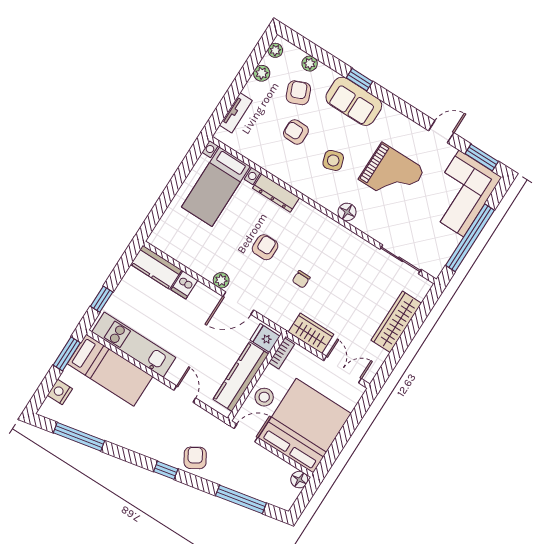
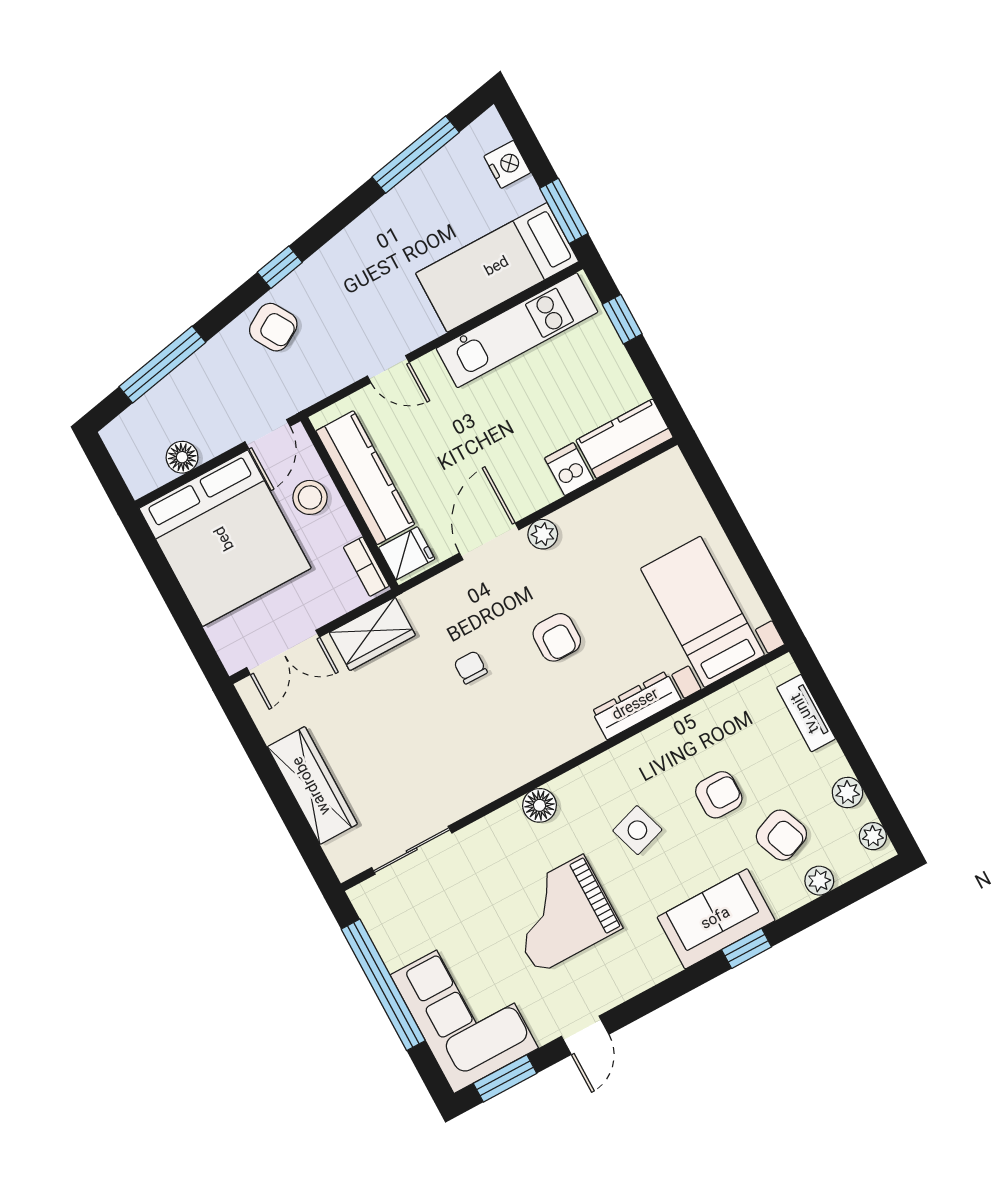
floor lamp: (299, 480) -> (182, 457), moved

